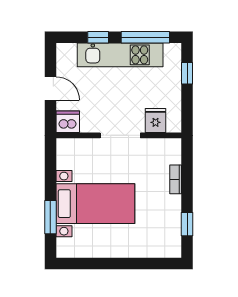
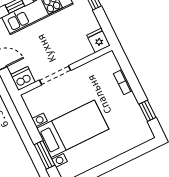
fridge: (156, 120) -> (98, 40), moved
doorway: (120, 135) -> (55, 75), moved

